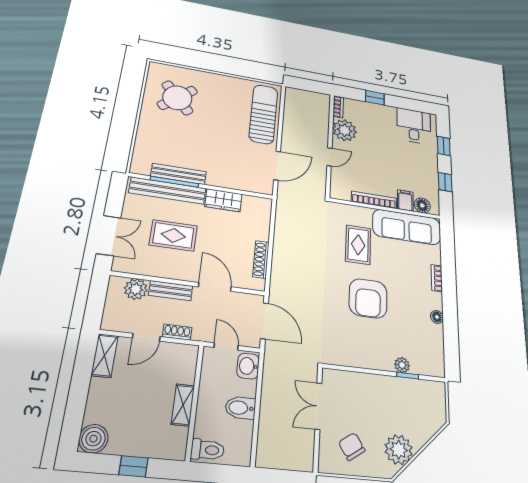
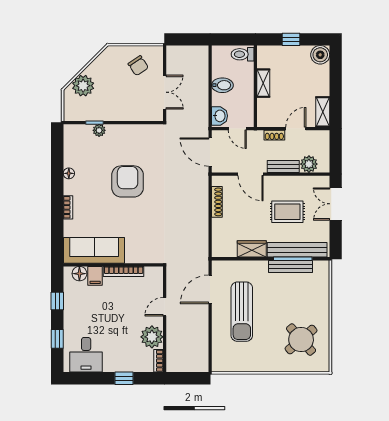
sun lounger: (263, 114) -> (242, 312), moved
rug: (358, 245) -> (137, 227), removed
plant: (399, 450) -> (83, 86), moved

